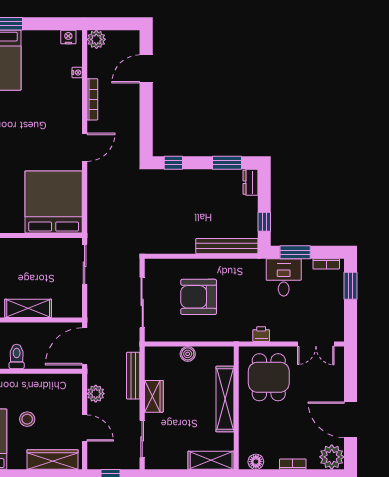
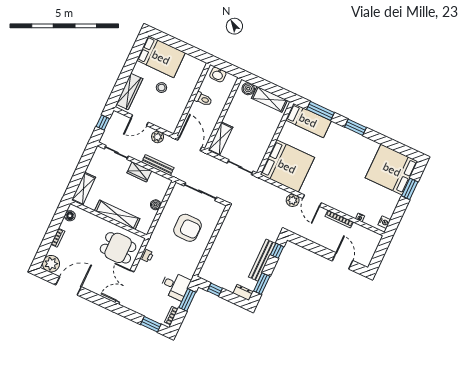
plant: (96, 39) -> (293, 200), moved
bench: (227, 246) -> (262, 260), moved
armchair: (199, 297) -> (187, 228), turned 90
shelving: (28, 308) -> (220, 139), moved
double door: (316, 344) -> (125, 286), width x1.37

